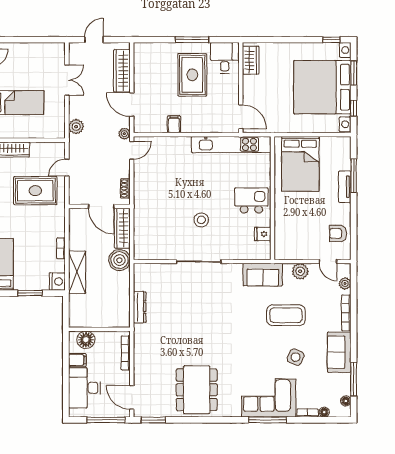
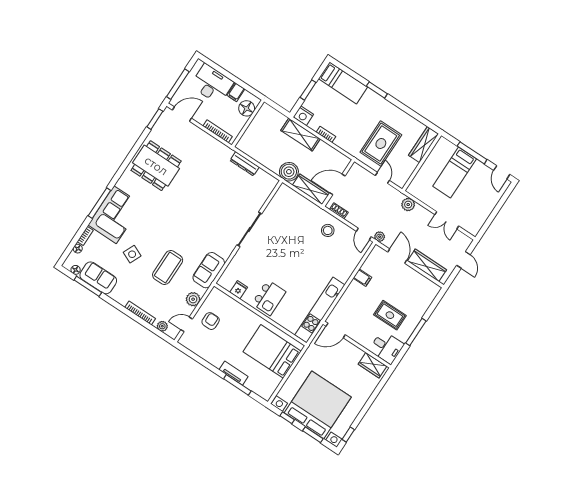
rug: (192, 75) -> (390, 315), width x0.73, depth x0.70
door: (132, 105) -> (397, 256), hinge flipped
stool: (201, 220) -> (328, 230), moved
armchair: (338, 233) -> (211, 321), moved
sofa: (339, 352) -> (98, 278), moved

